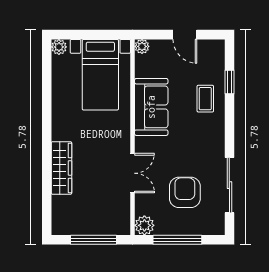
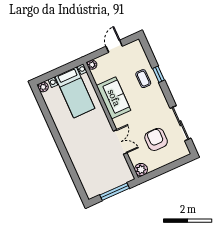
door: (185, 35) -> (114, 46), swing flipped
window: (229, 82) -> (158, 74), moved
wardrobe: (61, 168) -> (77, 158), removed
window: (177, 240) -> (164, 169), removed

